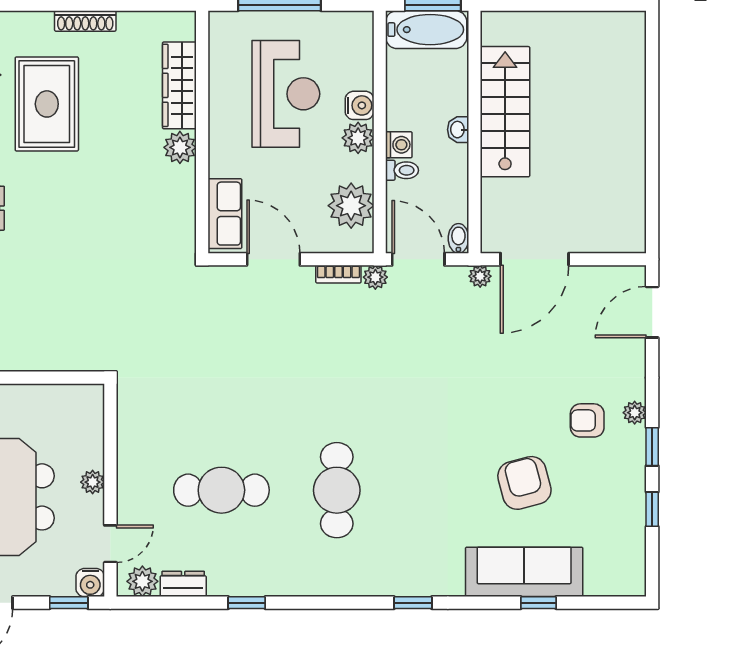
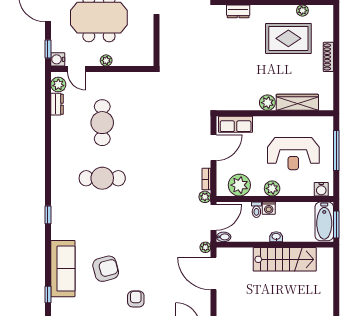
water cooler: (360, 105) -> (321, 189), moved
window: (247, 603) -> (48, 135), removed
window: (538, 603) -> (48, 294), moved

